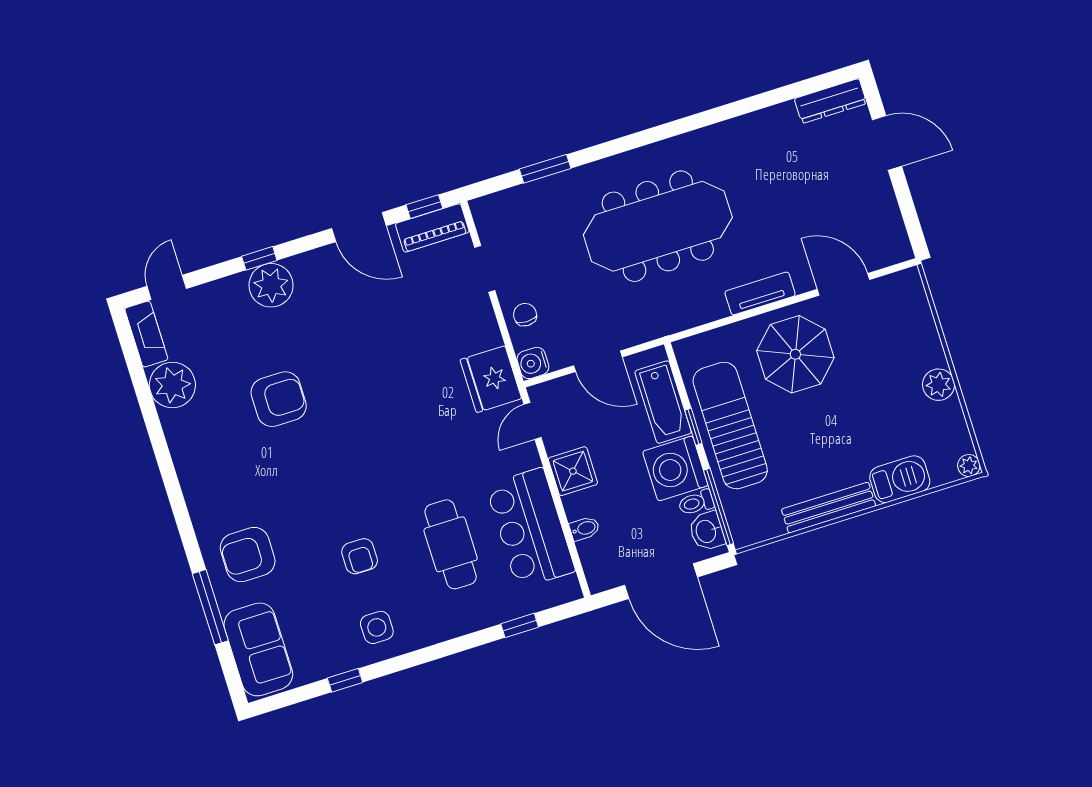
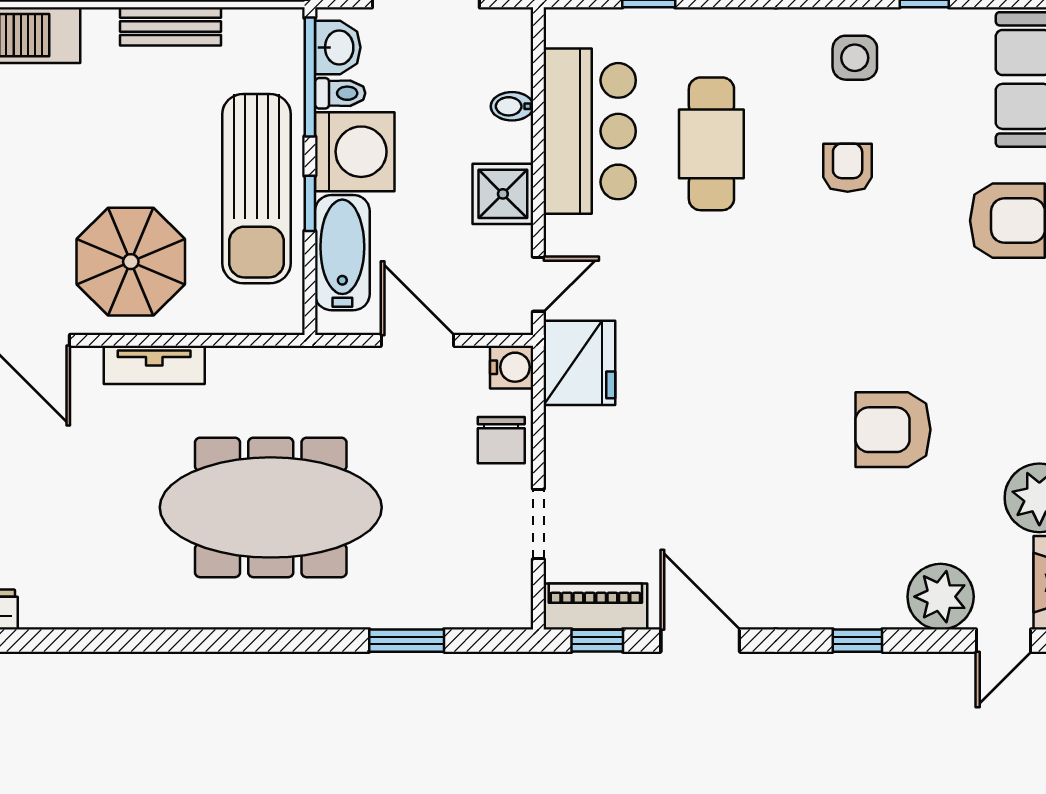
plant: (271, 285) -> (941, 597), moved
chair: (525, 315) -> (501, 440), width x1.37, depth x1.37
bench: (829, 508) -> (171, 26), width x0.73

